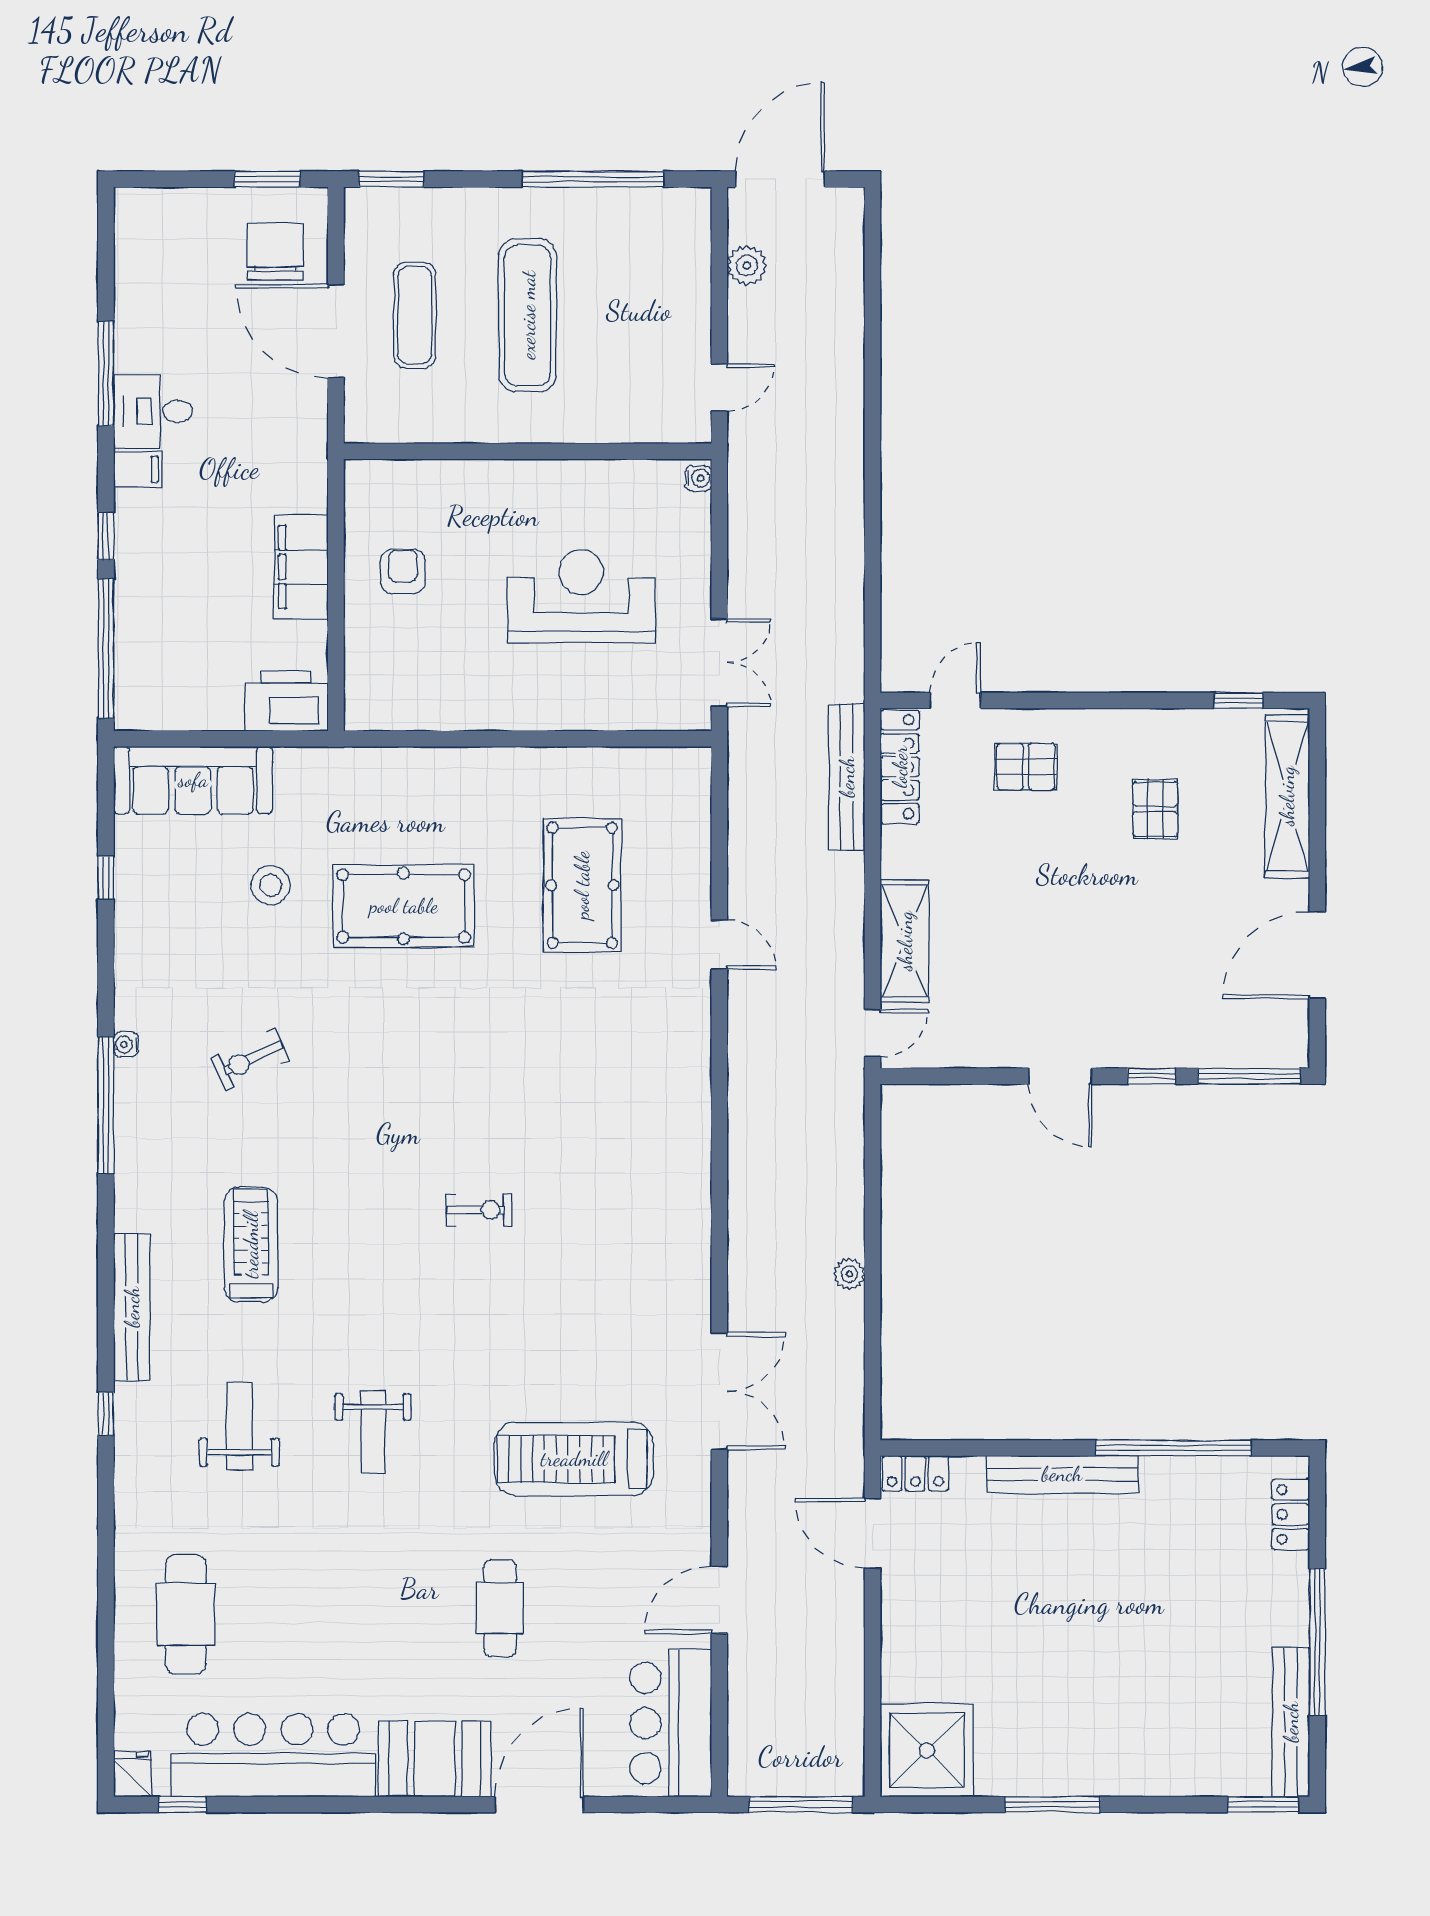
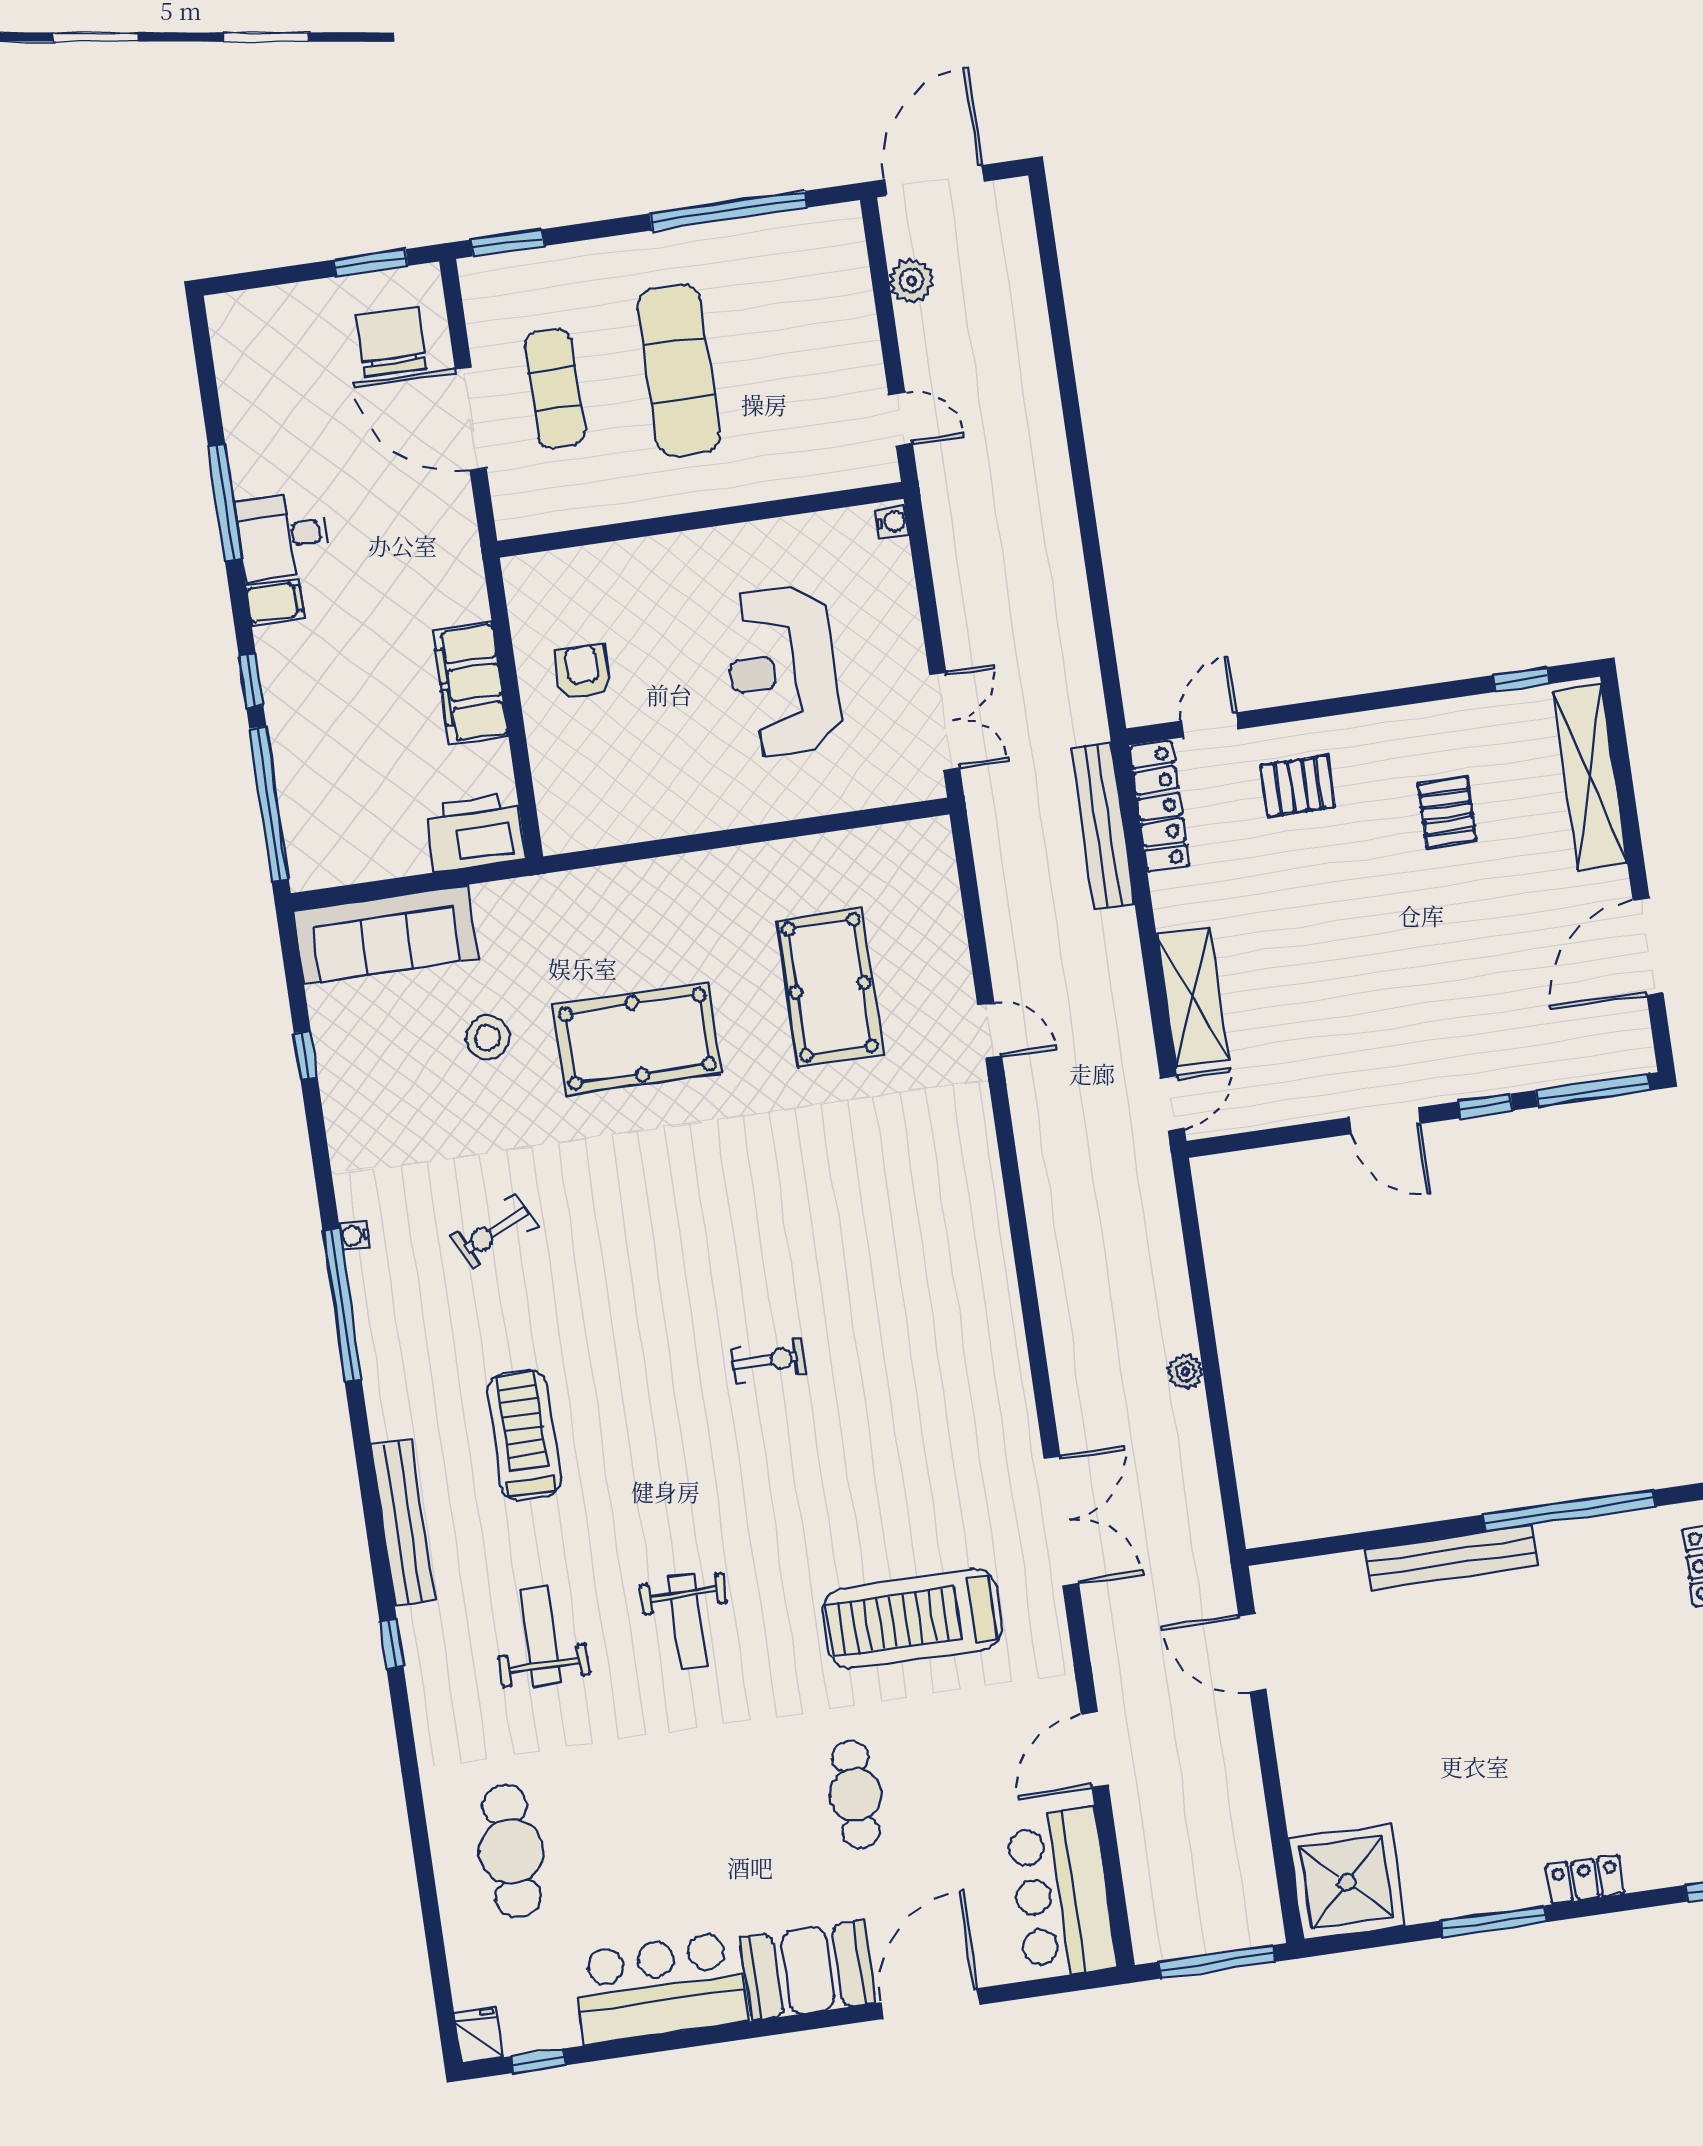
door: (719, 388) -> (901, 419), hinge flipped
reception desk: (581, 596) -> (783, 670), turned -90
locker: (915, 1473) -> (1585, 1880), moved, turned 180
bar counter: (273, 1755) -> (660, 1988), width x0.73

